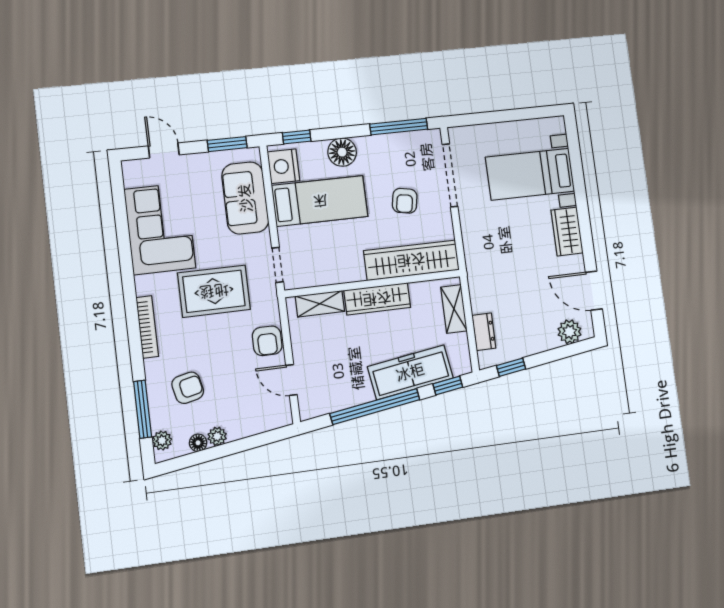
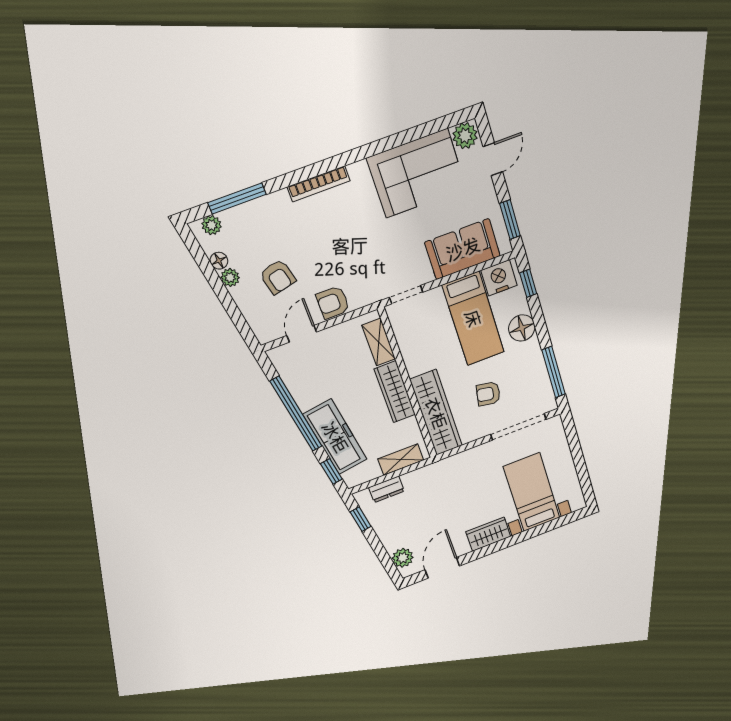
plant: (135, 174) -> (465, 136), added
rug: (214, 291) -> (368, 241), removed
armchair: (188, 388) -> (278, 277), moved

